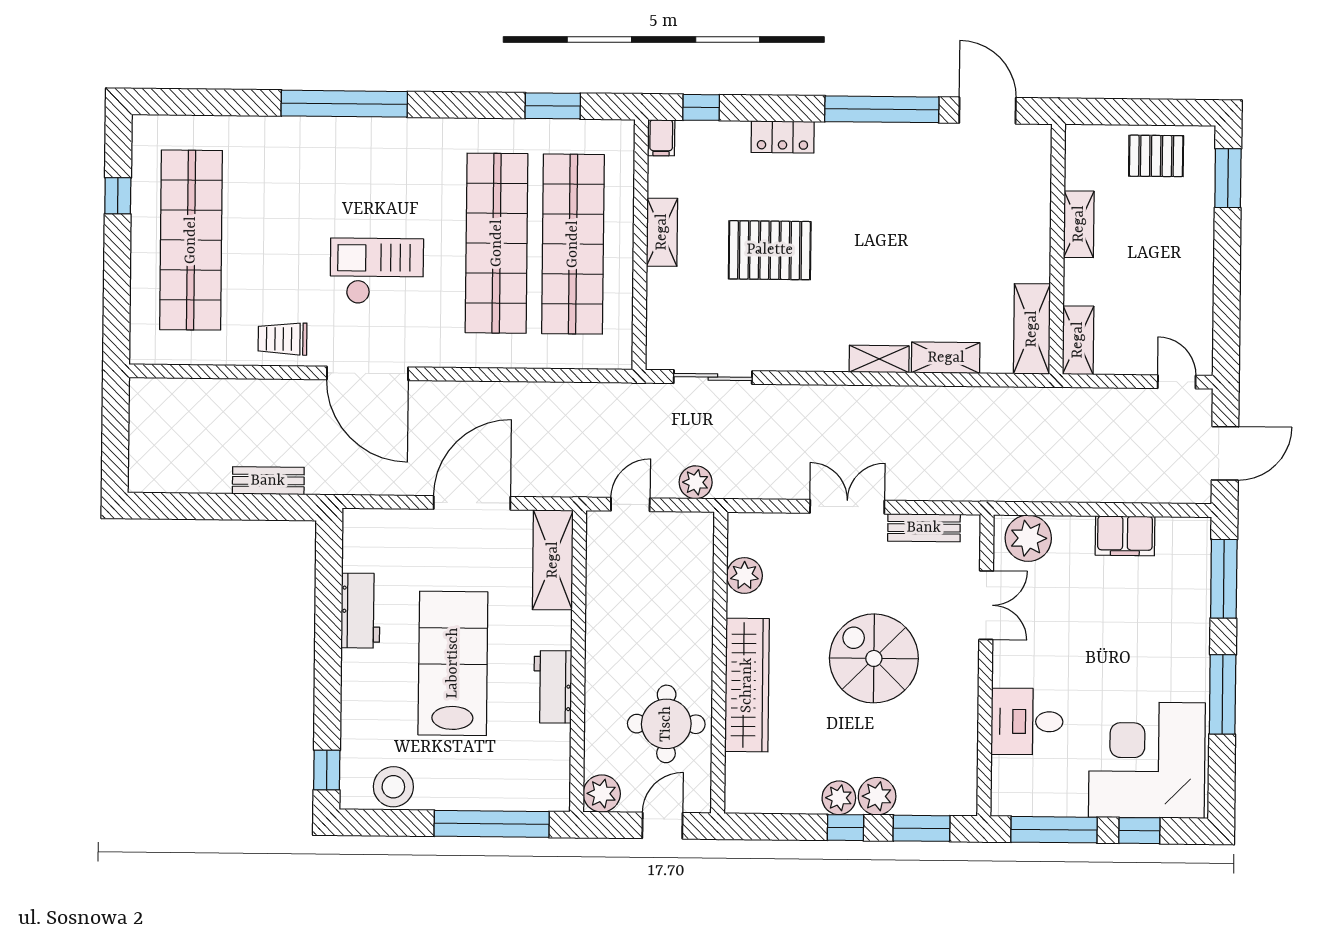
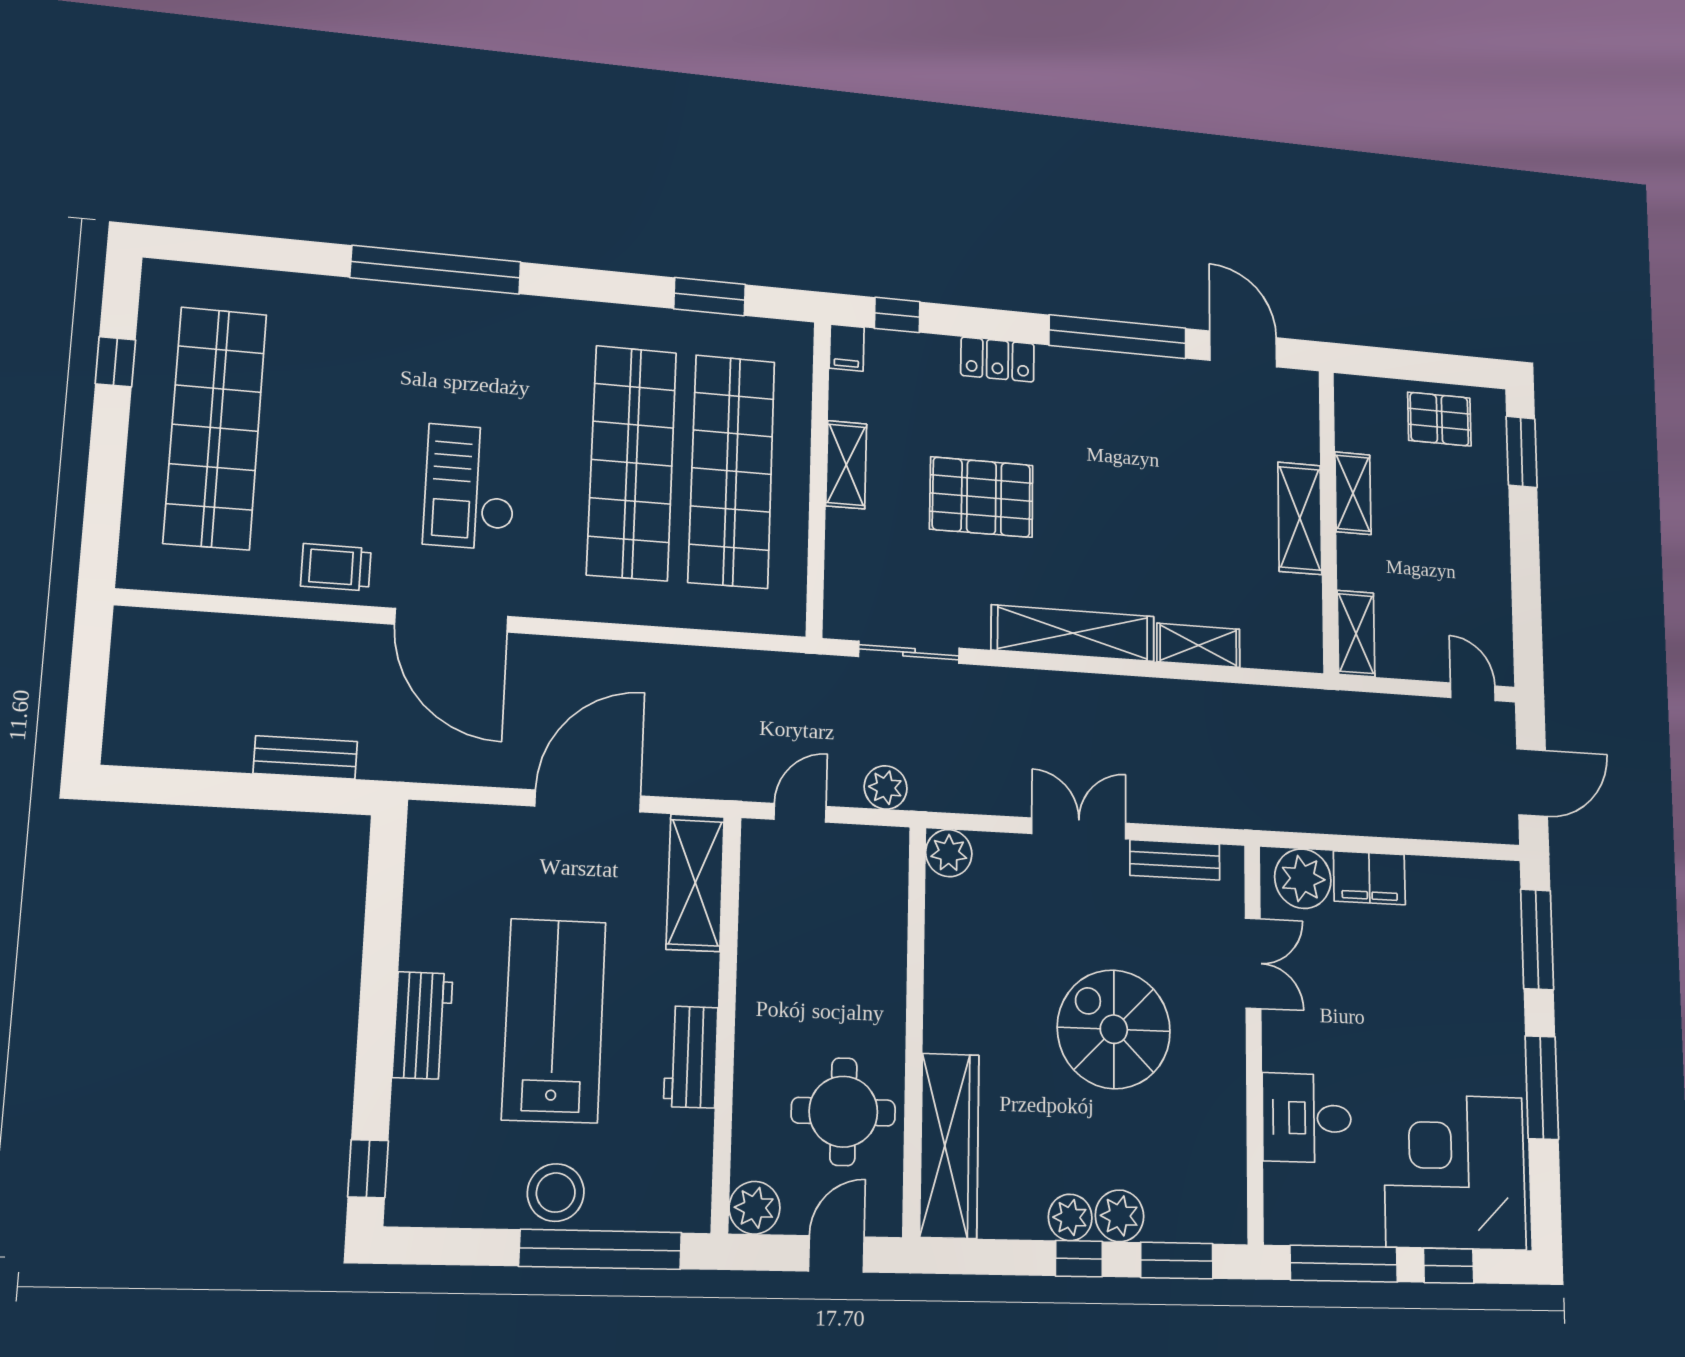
checkout: (377, 271) -> (470, 487), turned -90
shelving: (1032, 329) -> (1300, 518), moved
shelving: (879, 359) -> (1073, 633), width x2.20, depth x1.33
filing cabinet: (1125, 536) -> (1369, 878), moved
plant: (744, 575) -> (949, 853), moved
workbench: (361, 611) -> (423, 1025), moved
wardrobe: (747, 685) -> (949, 1146), moved
stool: (393, 787) -> (556, 1193), moved

